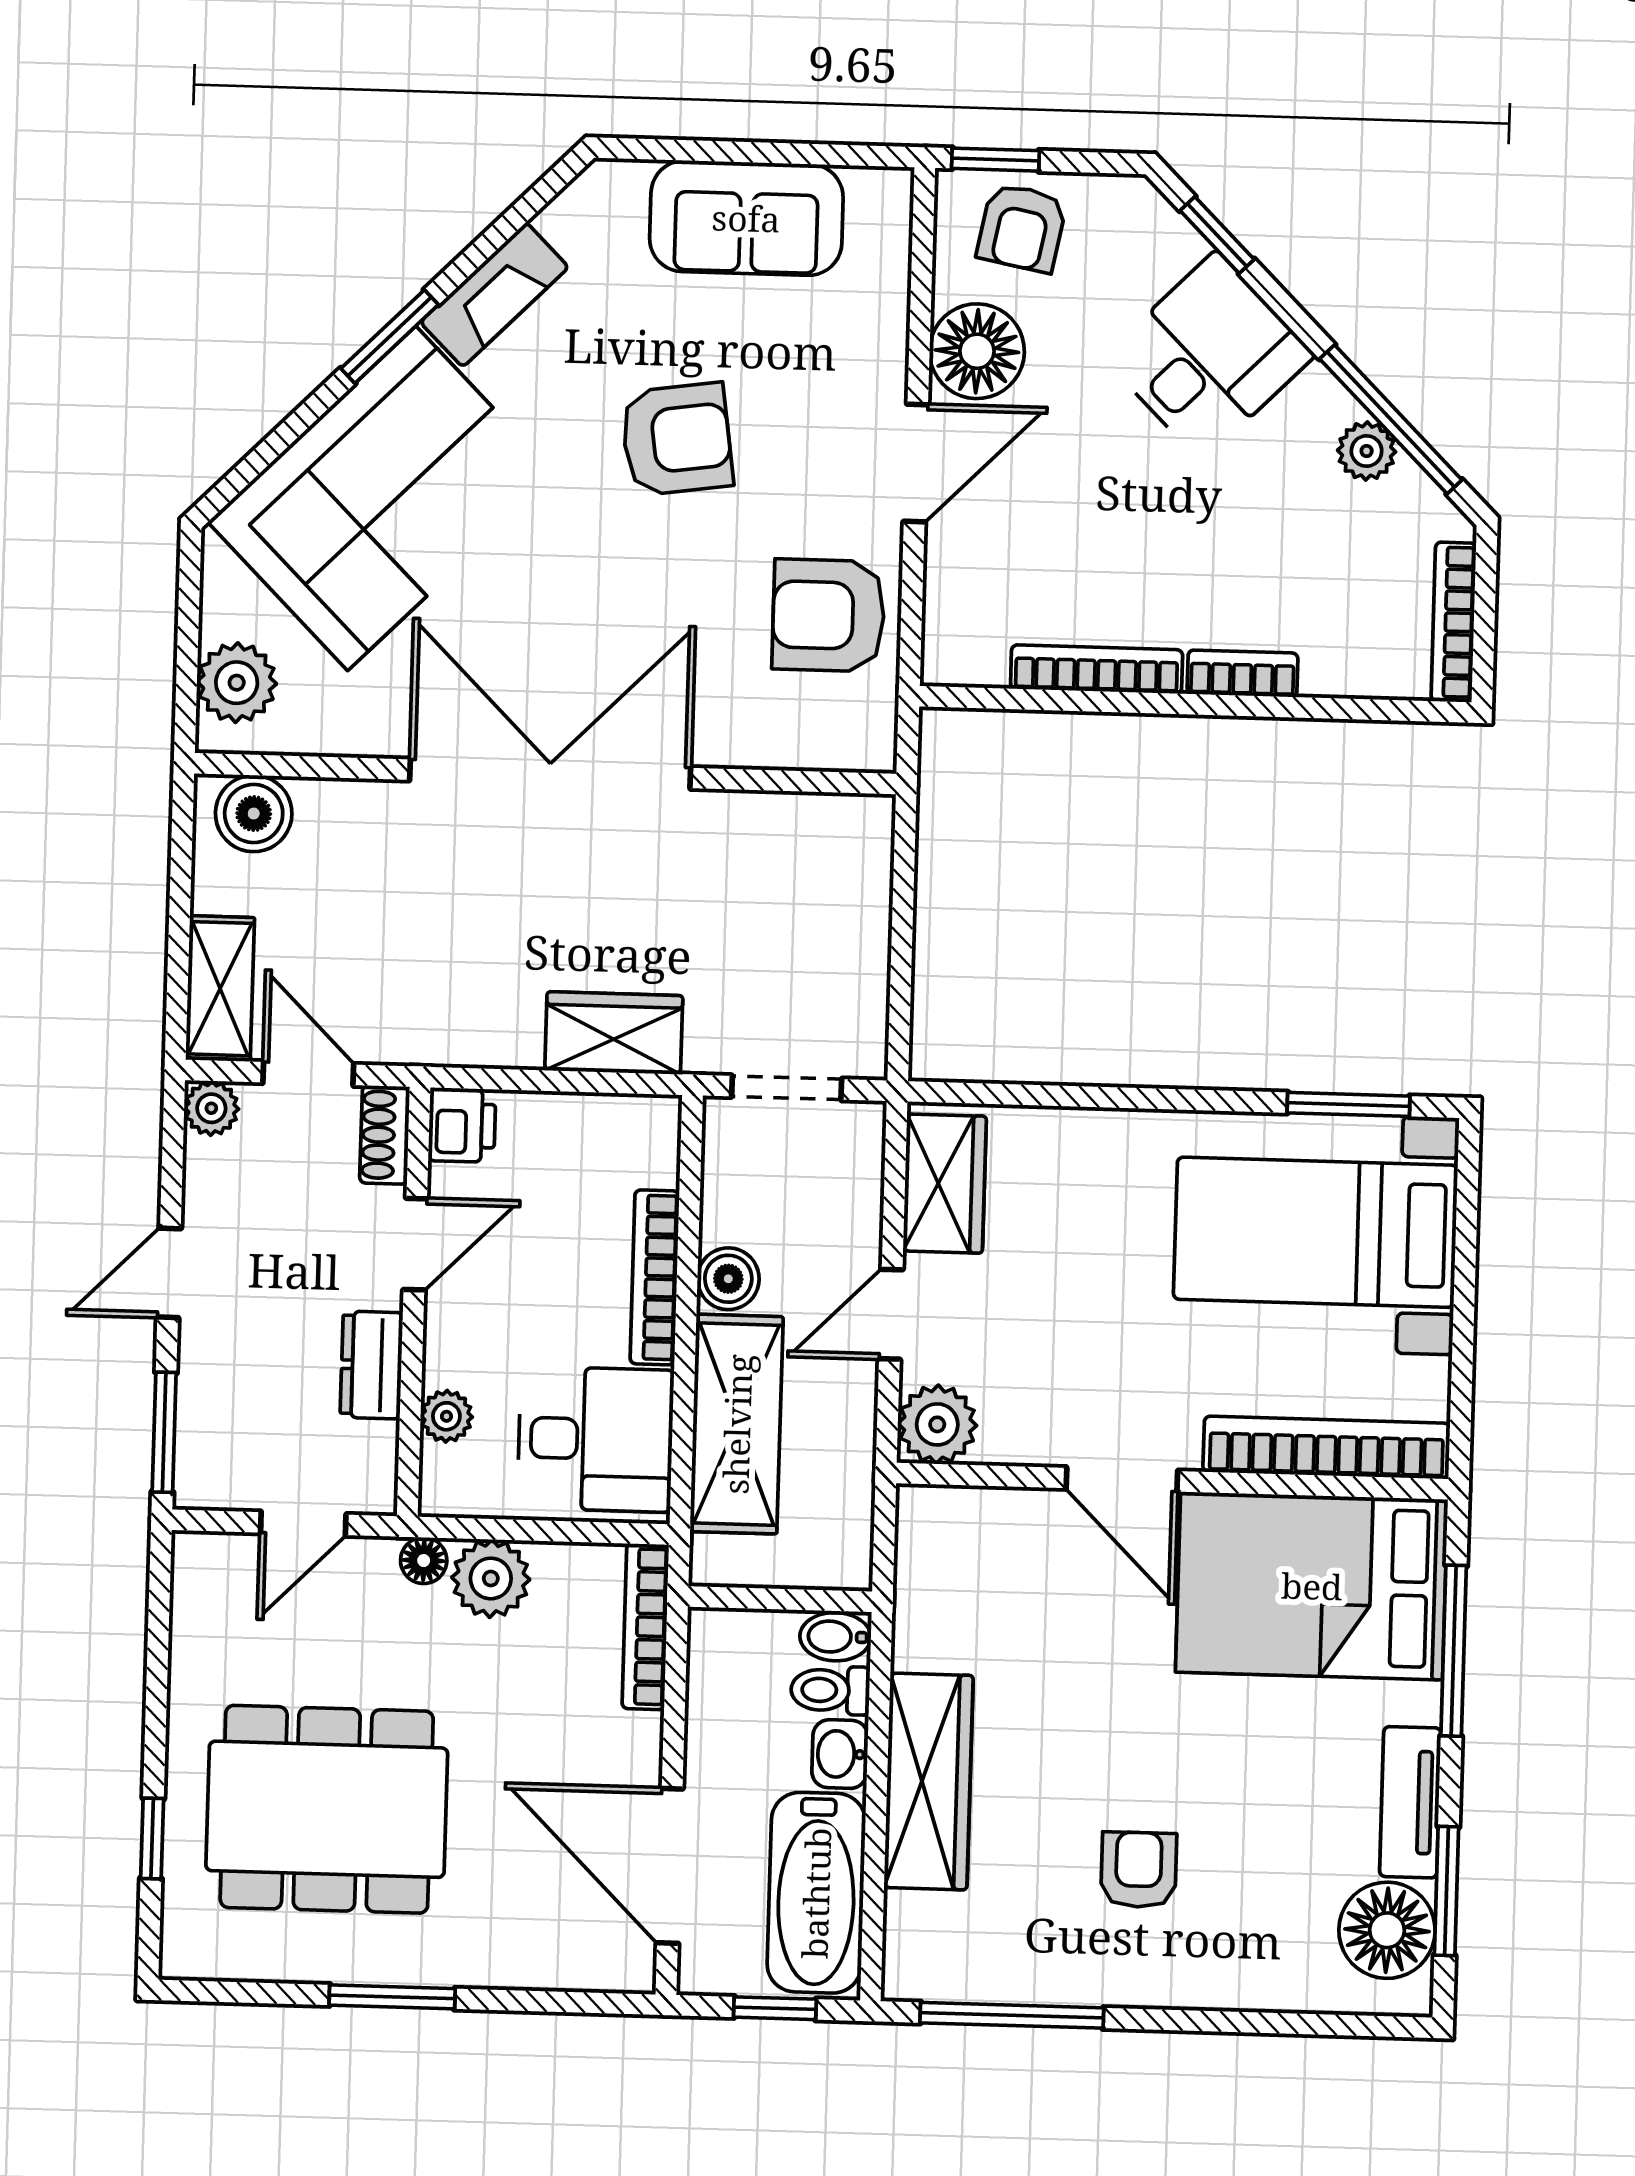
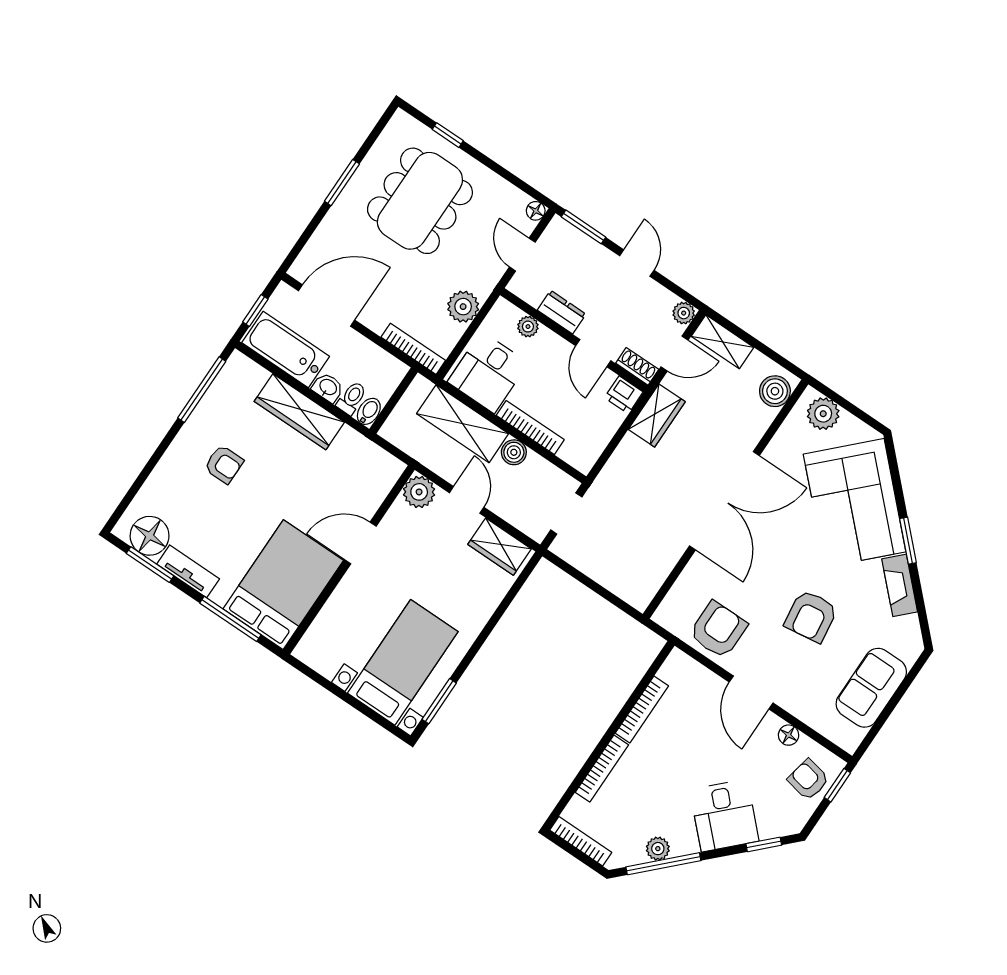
floor lamp: (977, 351) -> (789, 735), width x0.53, depth x0.53
bookcase: (1242, 673) -> (602, 769), width x1.56
wardrobe: (614, 1033) -> (657, 416), moved
bookcase: (1326, 1448) -> (327, 620), removed
floor lamp: (424, 1561) -> (536, 211), moved

